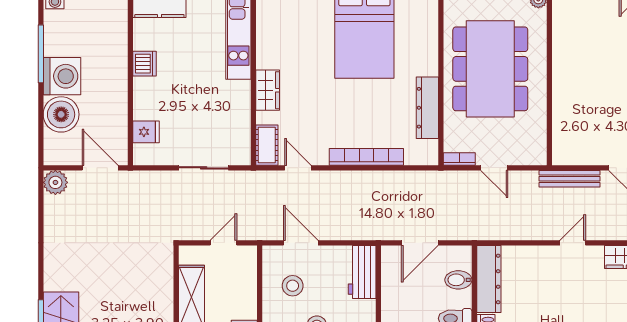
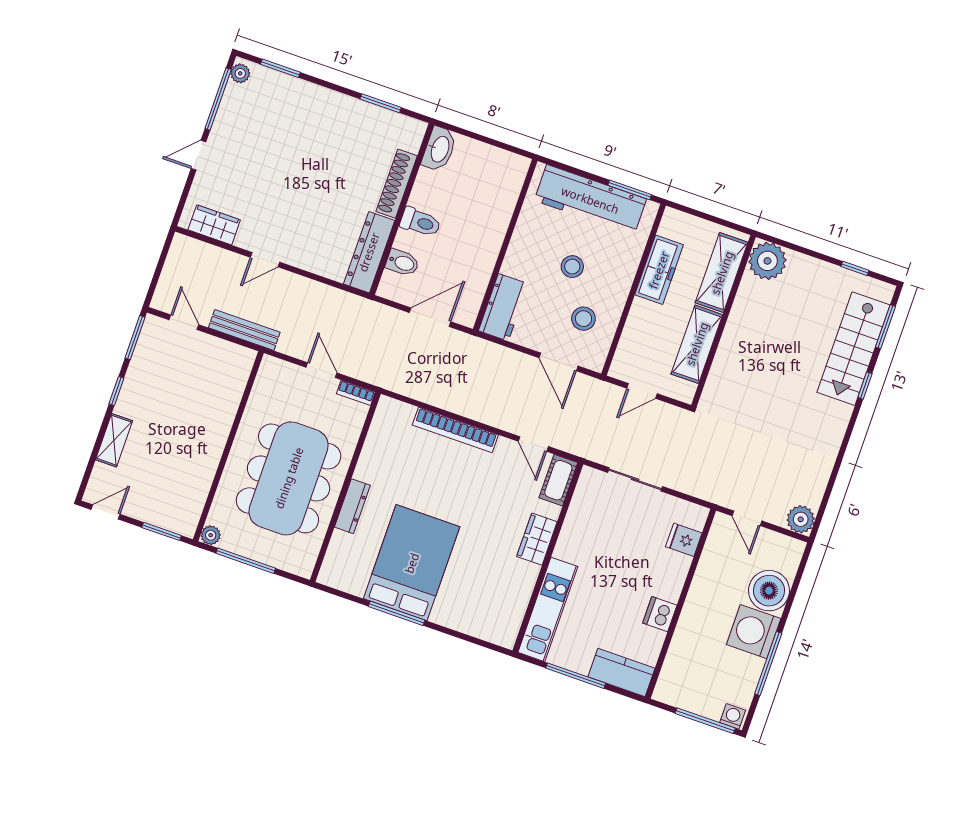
dresser: (427, 108) -> (352, 506), moved, width x0.73, depth x0.80
door: (100, 168) -> (747, 518), width x0.73

